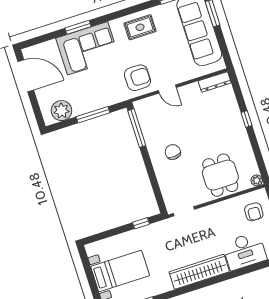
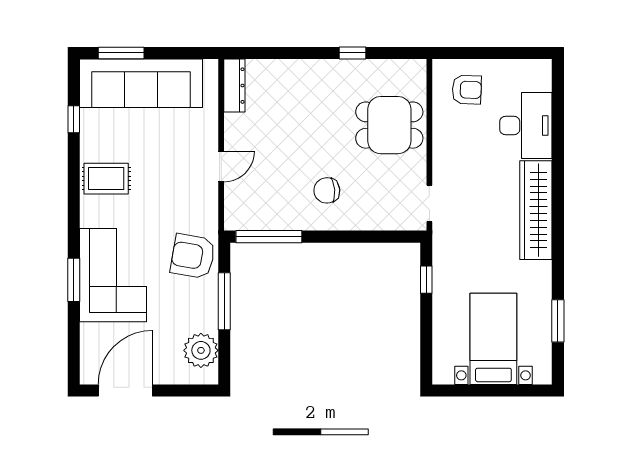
rug: (140, 27) -> (106, 179), turned 90
armchair: (137, 78) -> (193, 256), moved, turned -80
window: (246, 119) -> (353, 53), moved
plant: (257, 180) -> (417, 68), removed

